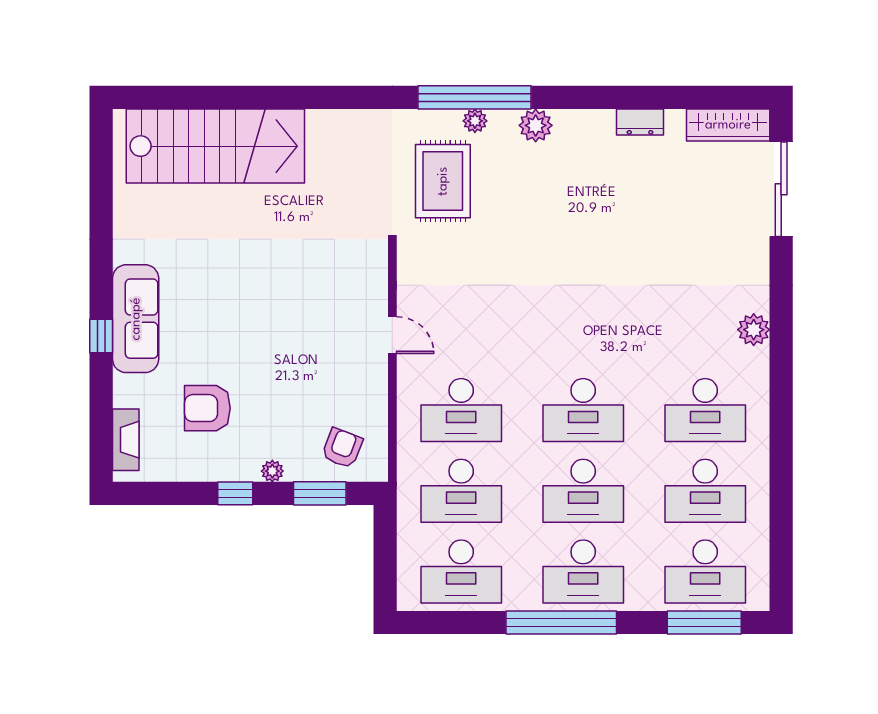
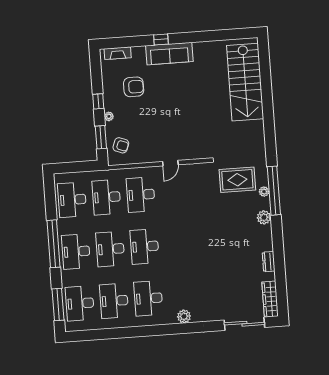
armchair: (207, 408) -> (134, 87), turned 90

